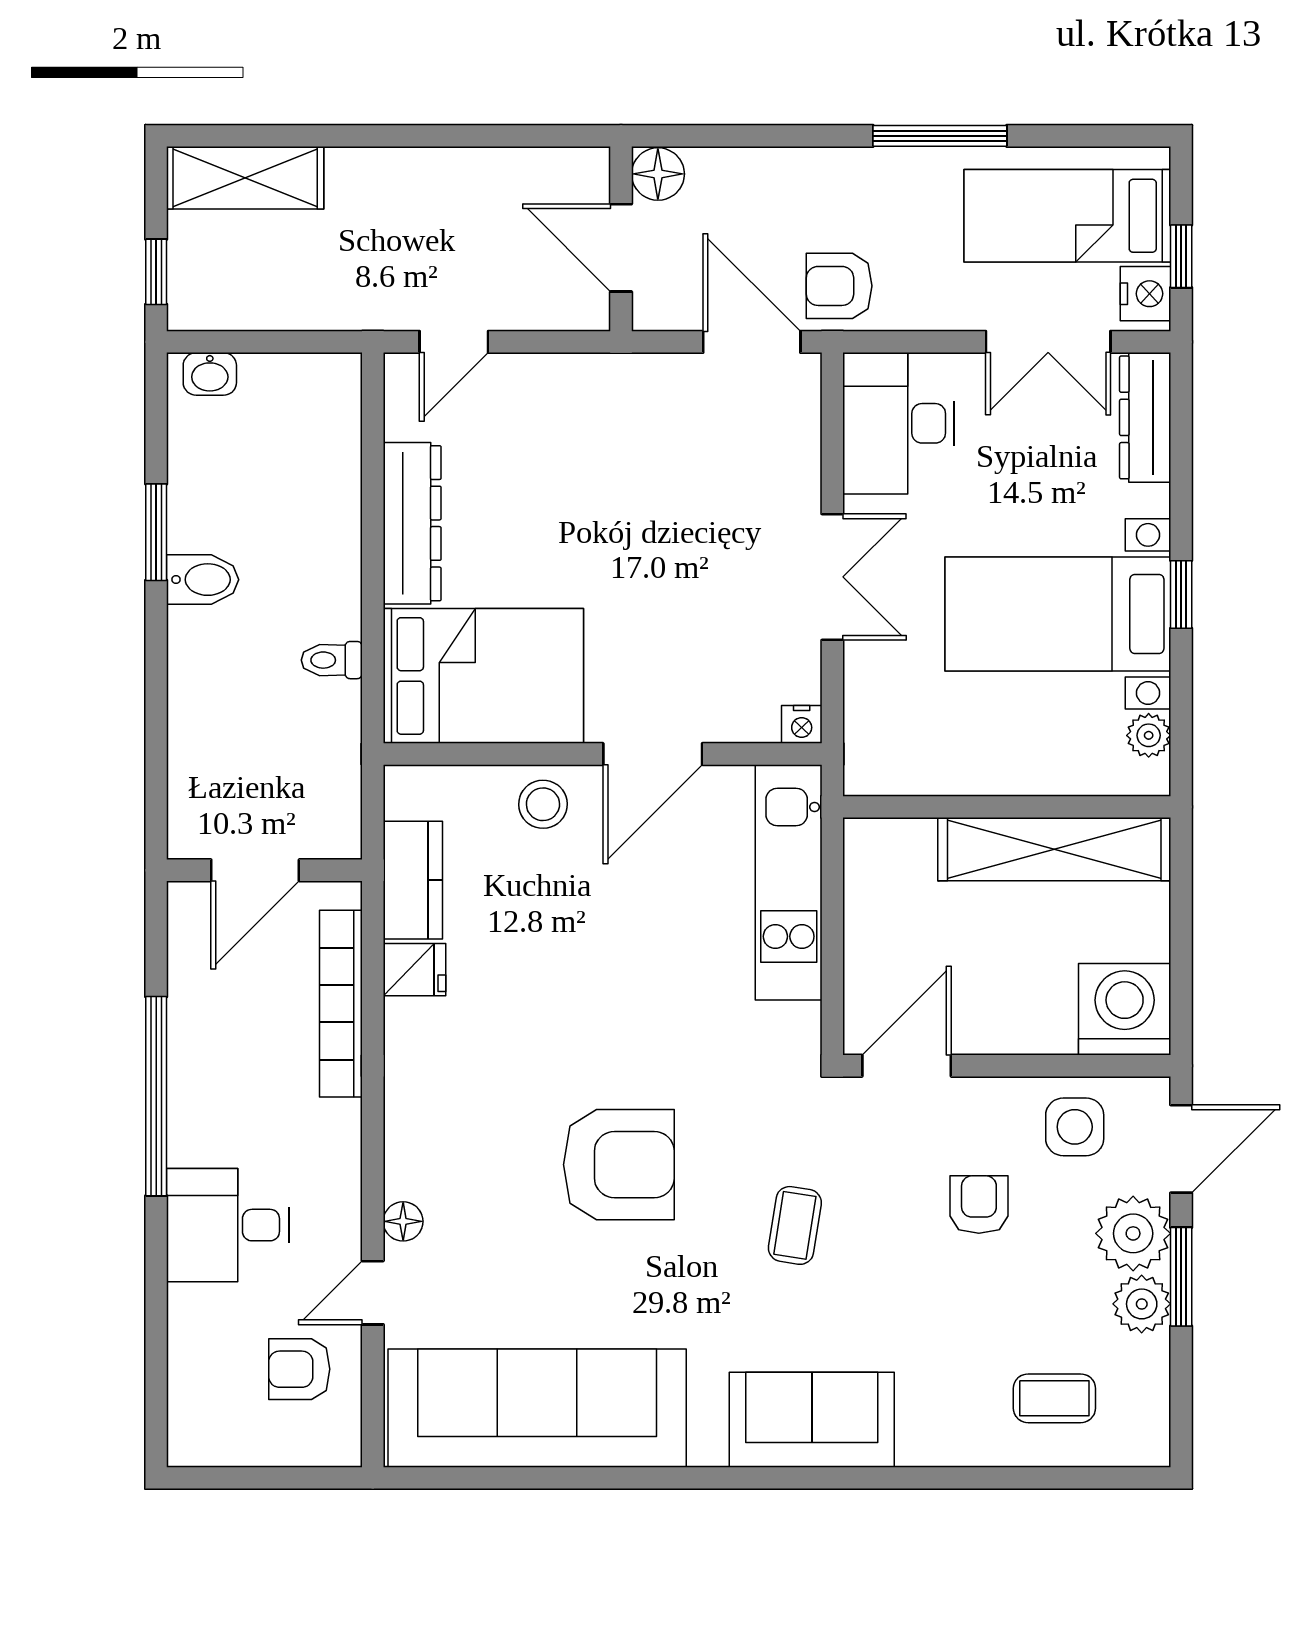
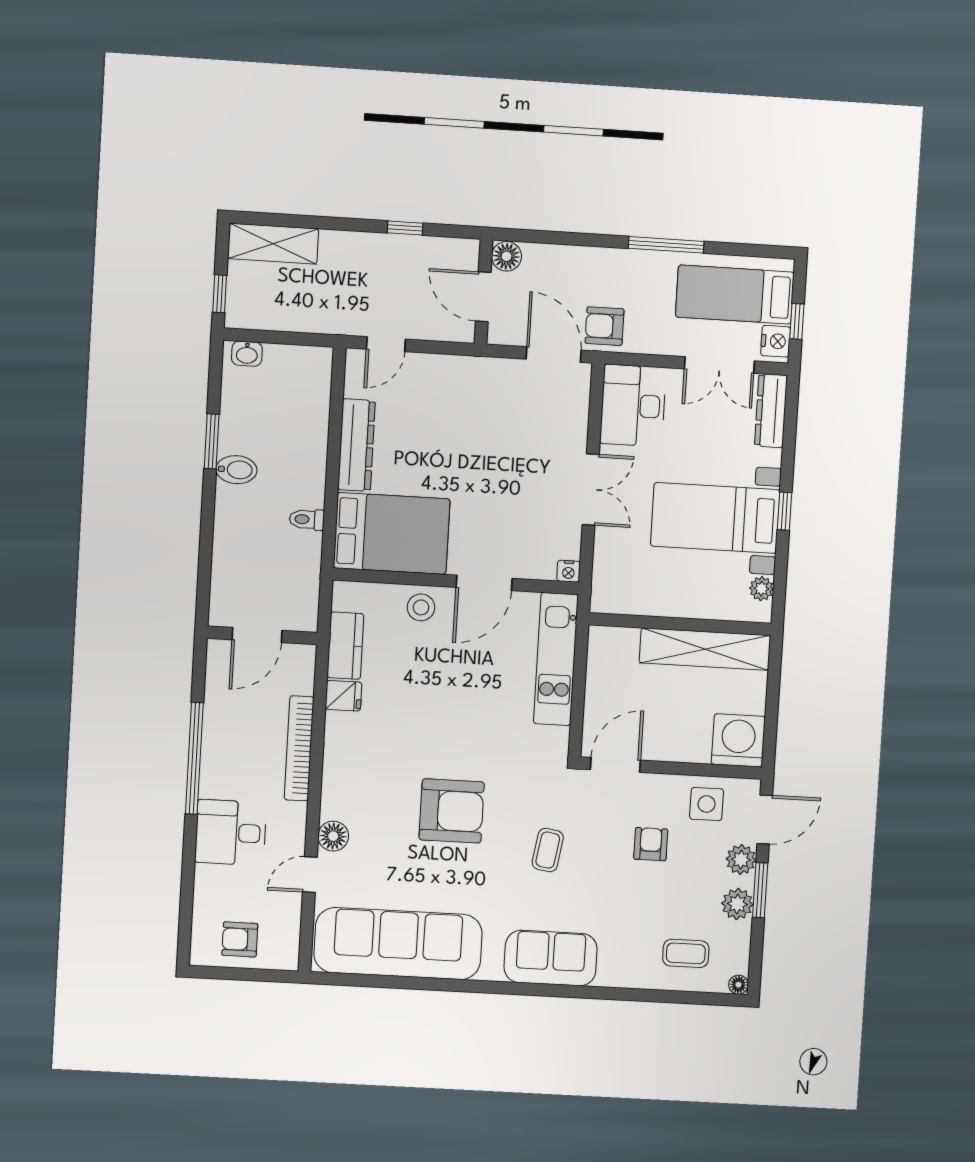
window: (476, 136) -> (405, 228), added
bookcase: (341, 1004) -> (299, 748), moved
floor lamp: (403, 1221) -> (333, 836), width x1.37, depth x1.37
plant: (1133, 1233) -> (741, 860), width x0.73, depth x0.73
armchair: (299, 1369) -> (240, 939), moved
floor lamp: (1153, 1450) -> (738, 985), added

